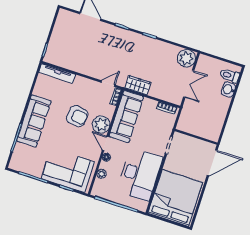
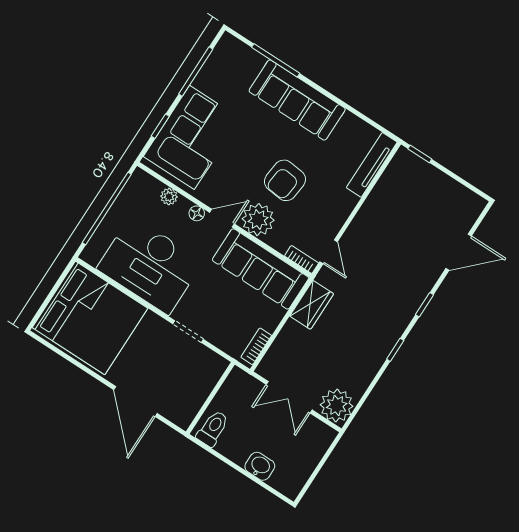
toilet: (230, 75) -> (213, 428), moved
wall: (196, 137) -> (210, 398), moved

